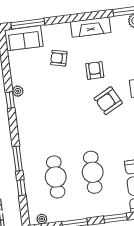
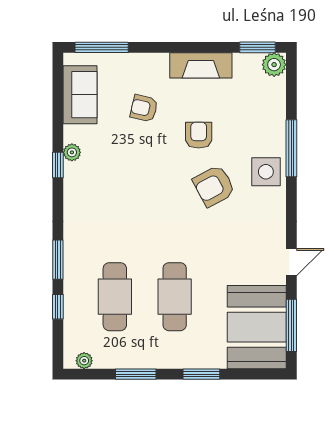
sofa: (24, 38) -> (80, 95), moved, turned -90

